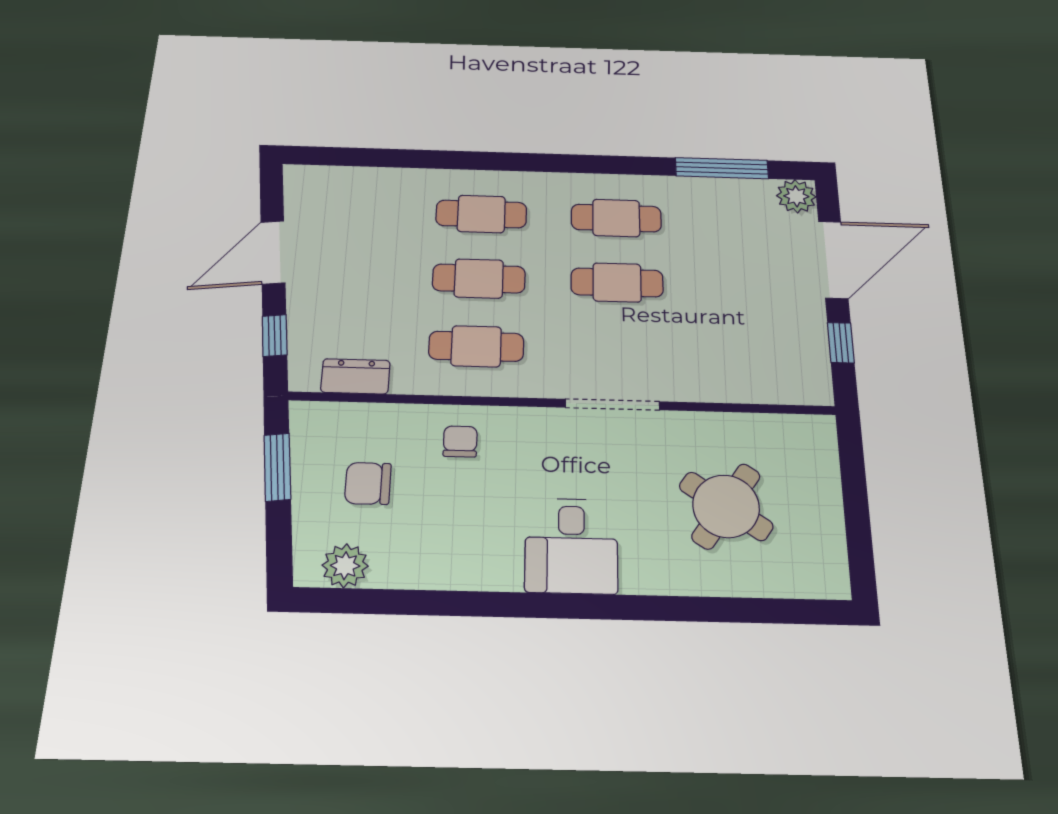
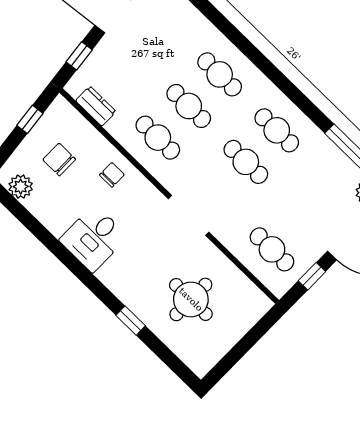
cafe table: (759, 354) -> (272, 249), added
window: (277, 467) -> (30, 119), width x0.67
round table: (726, 506) -> (191, 299), turned -34
desk: (571, 546) -> (94, 238), moved
window: (677, 608) -> (131, 321), added

